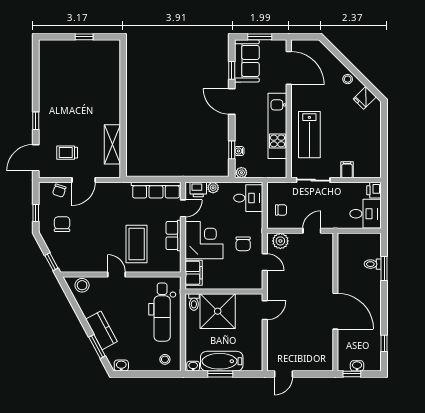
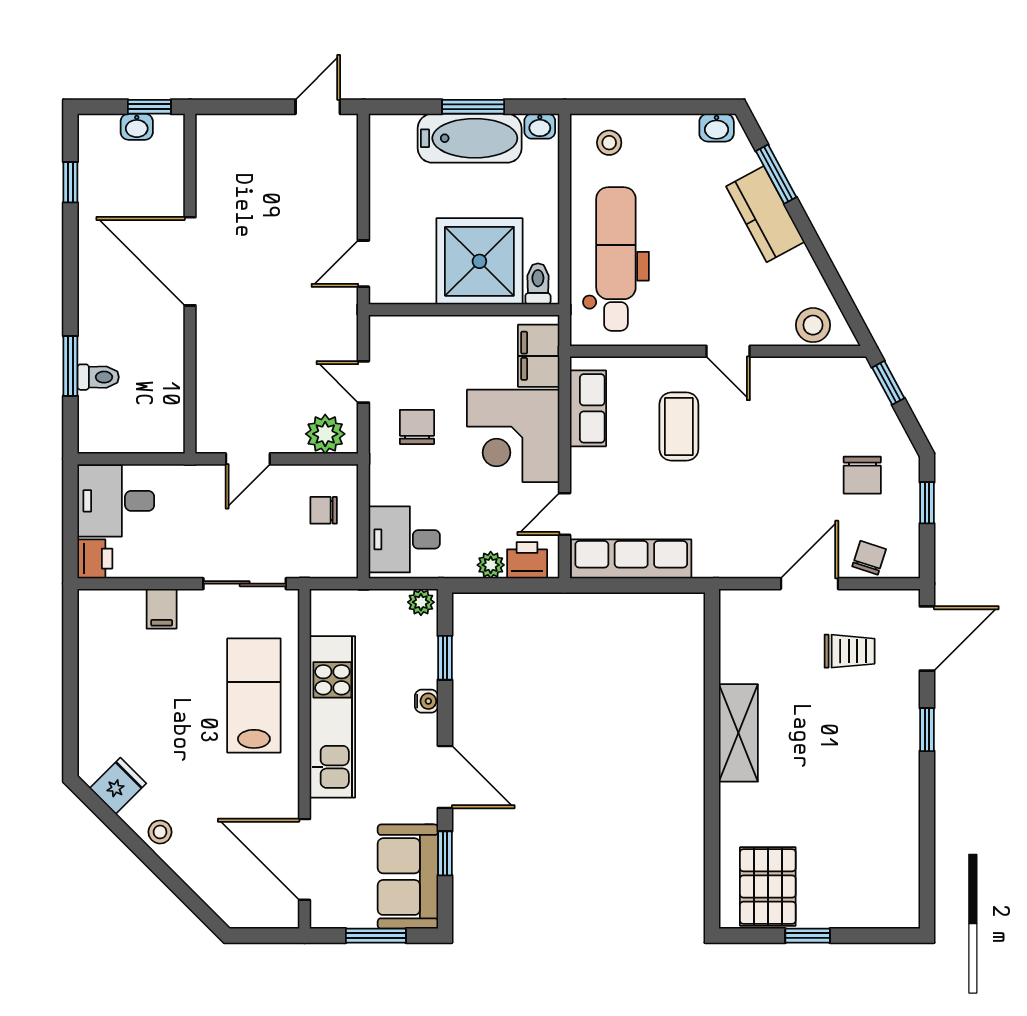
pallet: (100, 57) -> (768, 886), added
shelving: (112, 144) -> (738, 733), moved
water cooler: (239, 151) -> (426, 701), moved
row of seats: (174, 236) -> (588, 408), moved
coffee table: (137, 244) -> (679, 427), width x0.73, depth x0.76

